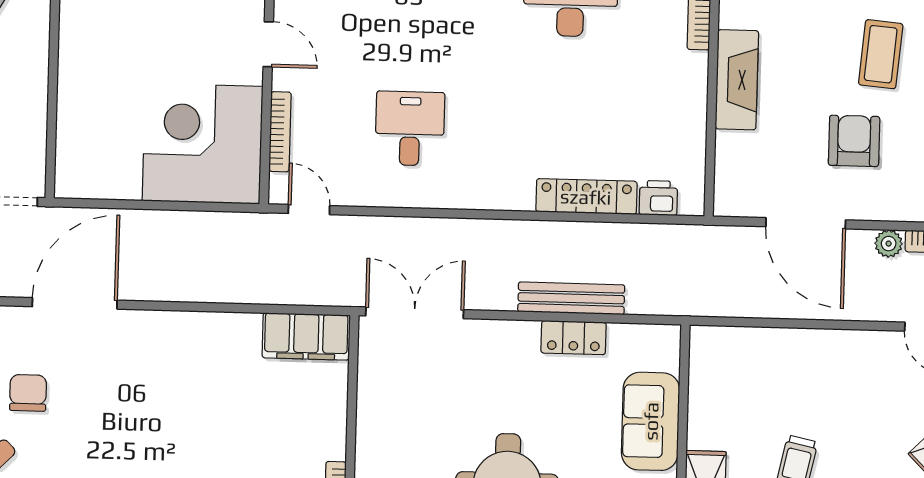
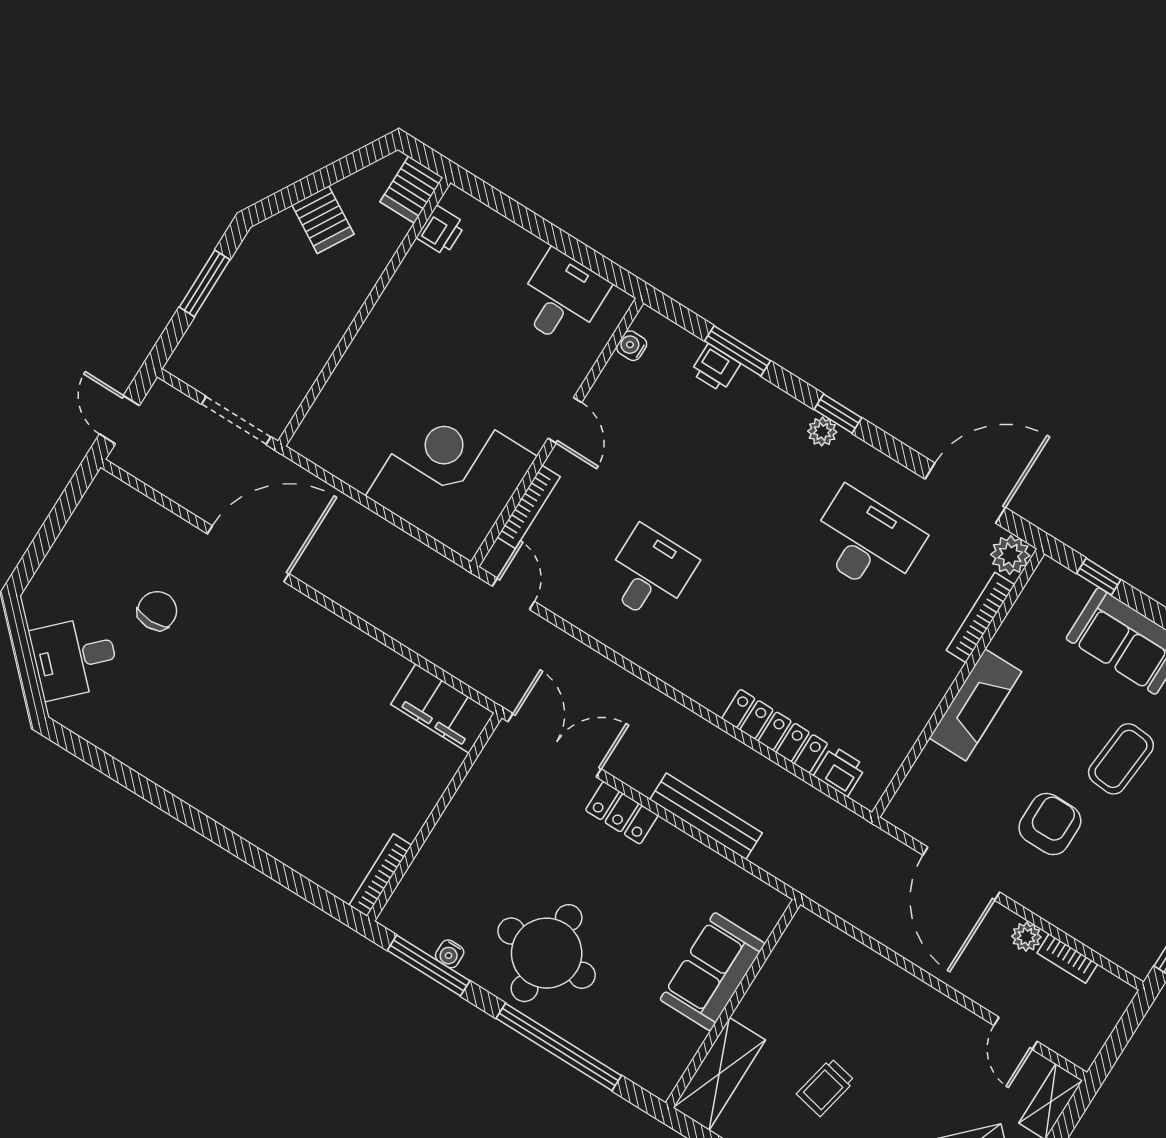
locker: (574, 338) -> (622, 813), moved

